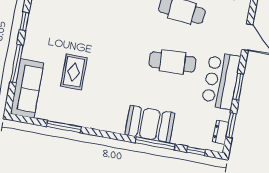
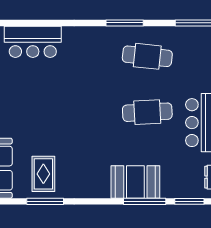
rug: (74, 72) -> (43, 174), moved
window: (196, 151) -> (189, 201), width x1.50

